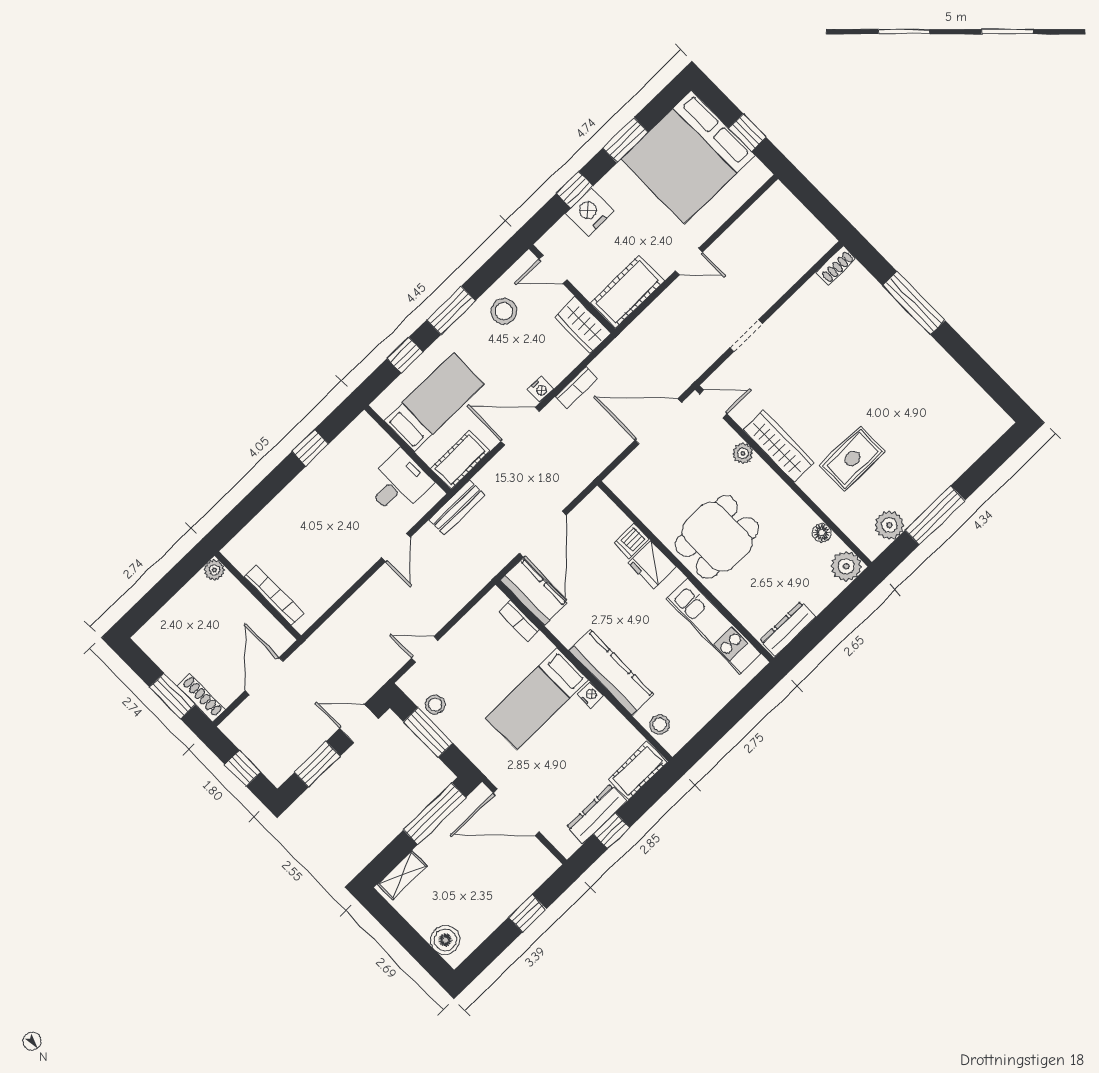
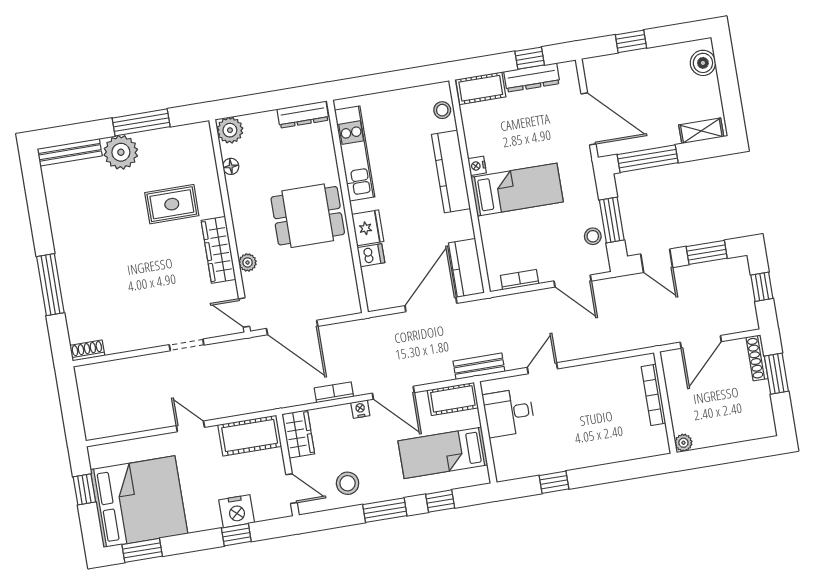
window: (625, 140) -> (142, 550), moved
bench: (983, 440) -> (70, 152), added
plant: (889, 525) -> (121, 152), moved, width x1.36, depth x1.36
bookcase: (519, 621) -> (520, 280), moved, turned -90
door: (425, 649) -> (573, 281), width x1.38

